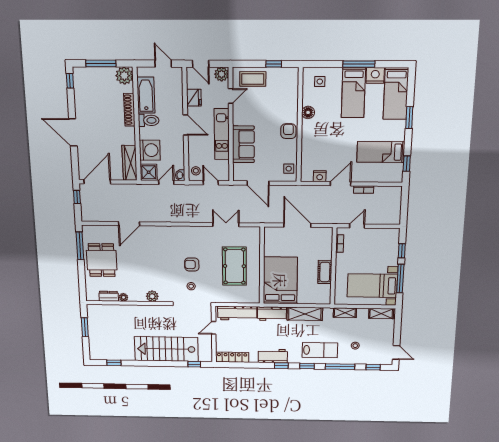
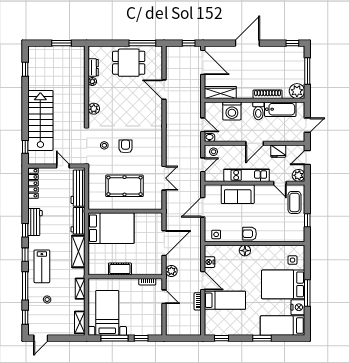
bed: (353, 93) -> (283, 284), width x1.50
floor lamp: (308, 112) -> (245, 251), moved
armchair: (288, 131) -> (250, 234), turned 180
bed: (381, 152) -> (225, 300), moved, turned 90
shower: (149, 172) -> (212, 109), removed
plant: (329, 218) -> (171, 271), added

